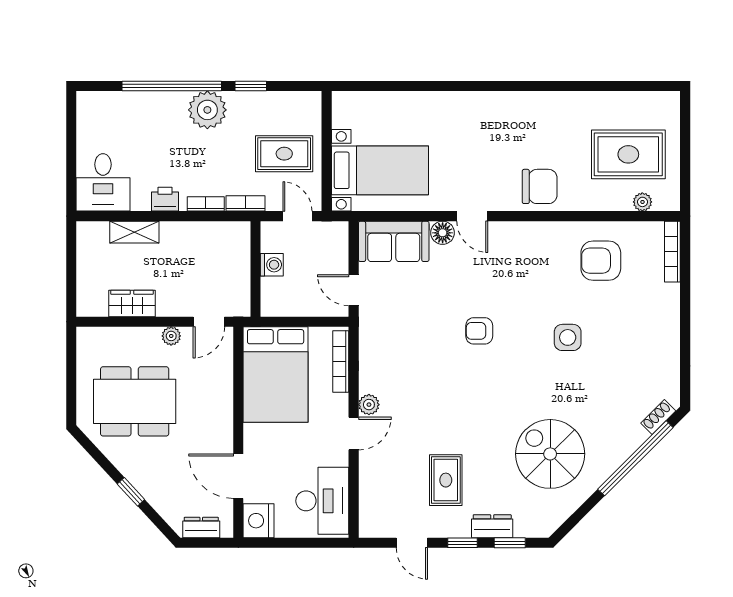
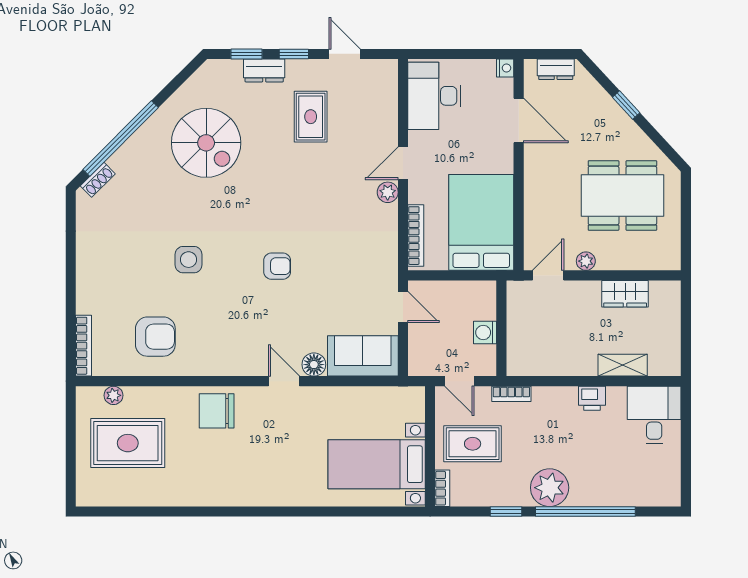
bed with nightstands: (380, 170) -> (377, 464), moved
bookcase: (206, 204) -> (442, 488), moved, turned -90
nightstand: (259, 521) -> (505, 68), width x0.53, depth x0.56

